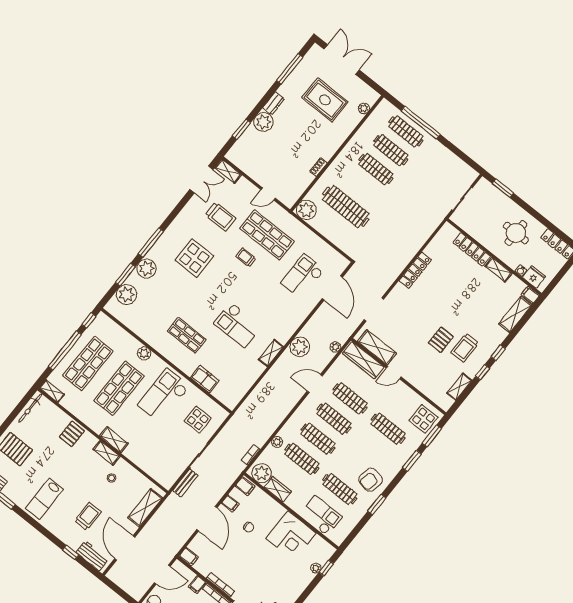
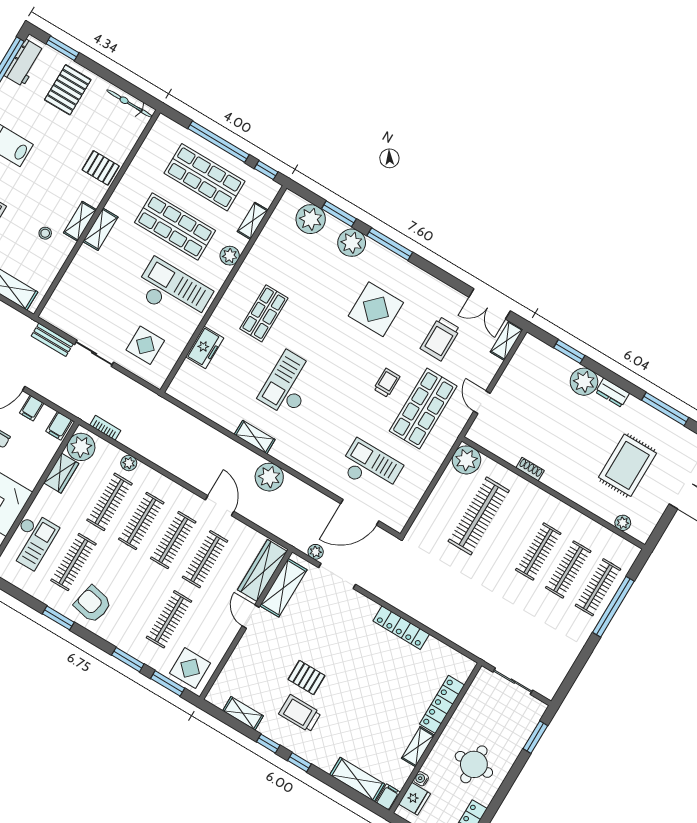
plant: (335, 347) -> (316, 552), moved
shelving: (52, 391) -> (253, 221), moved

